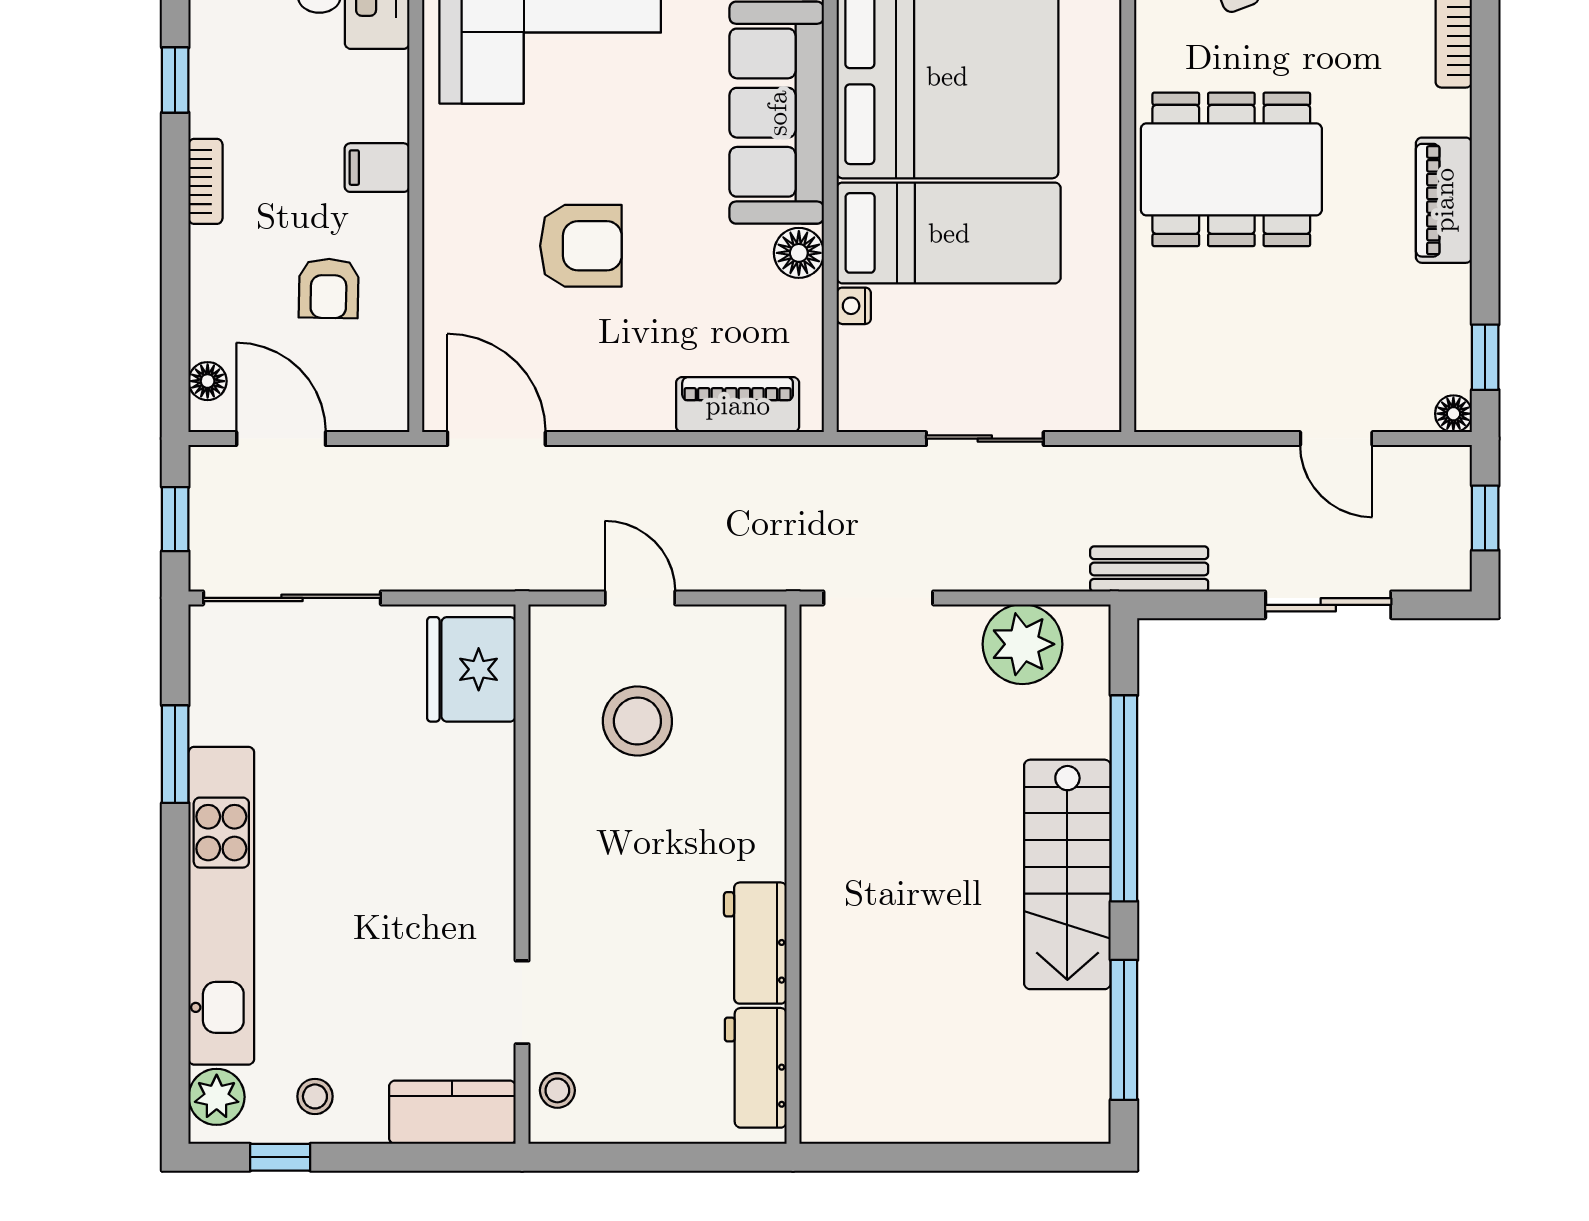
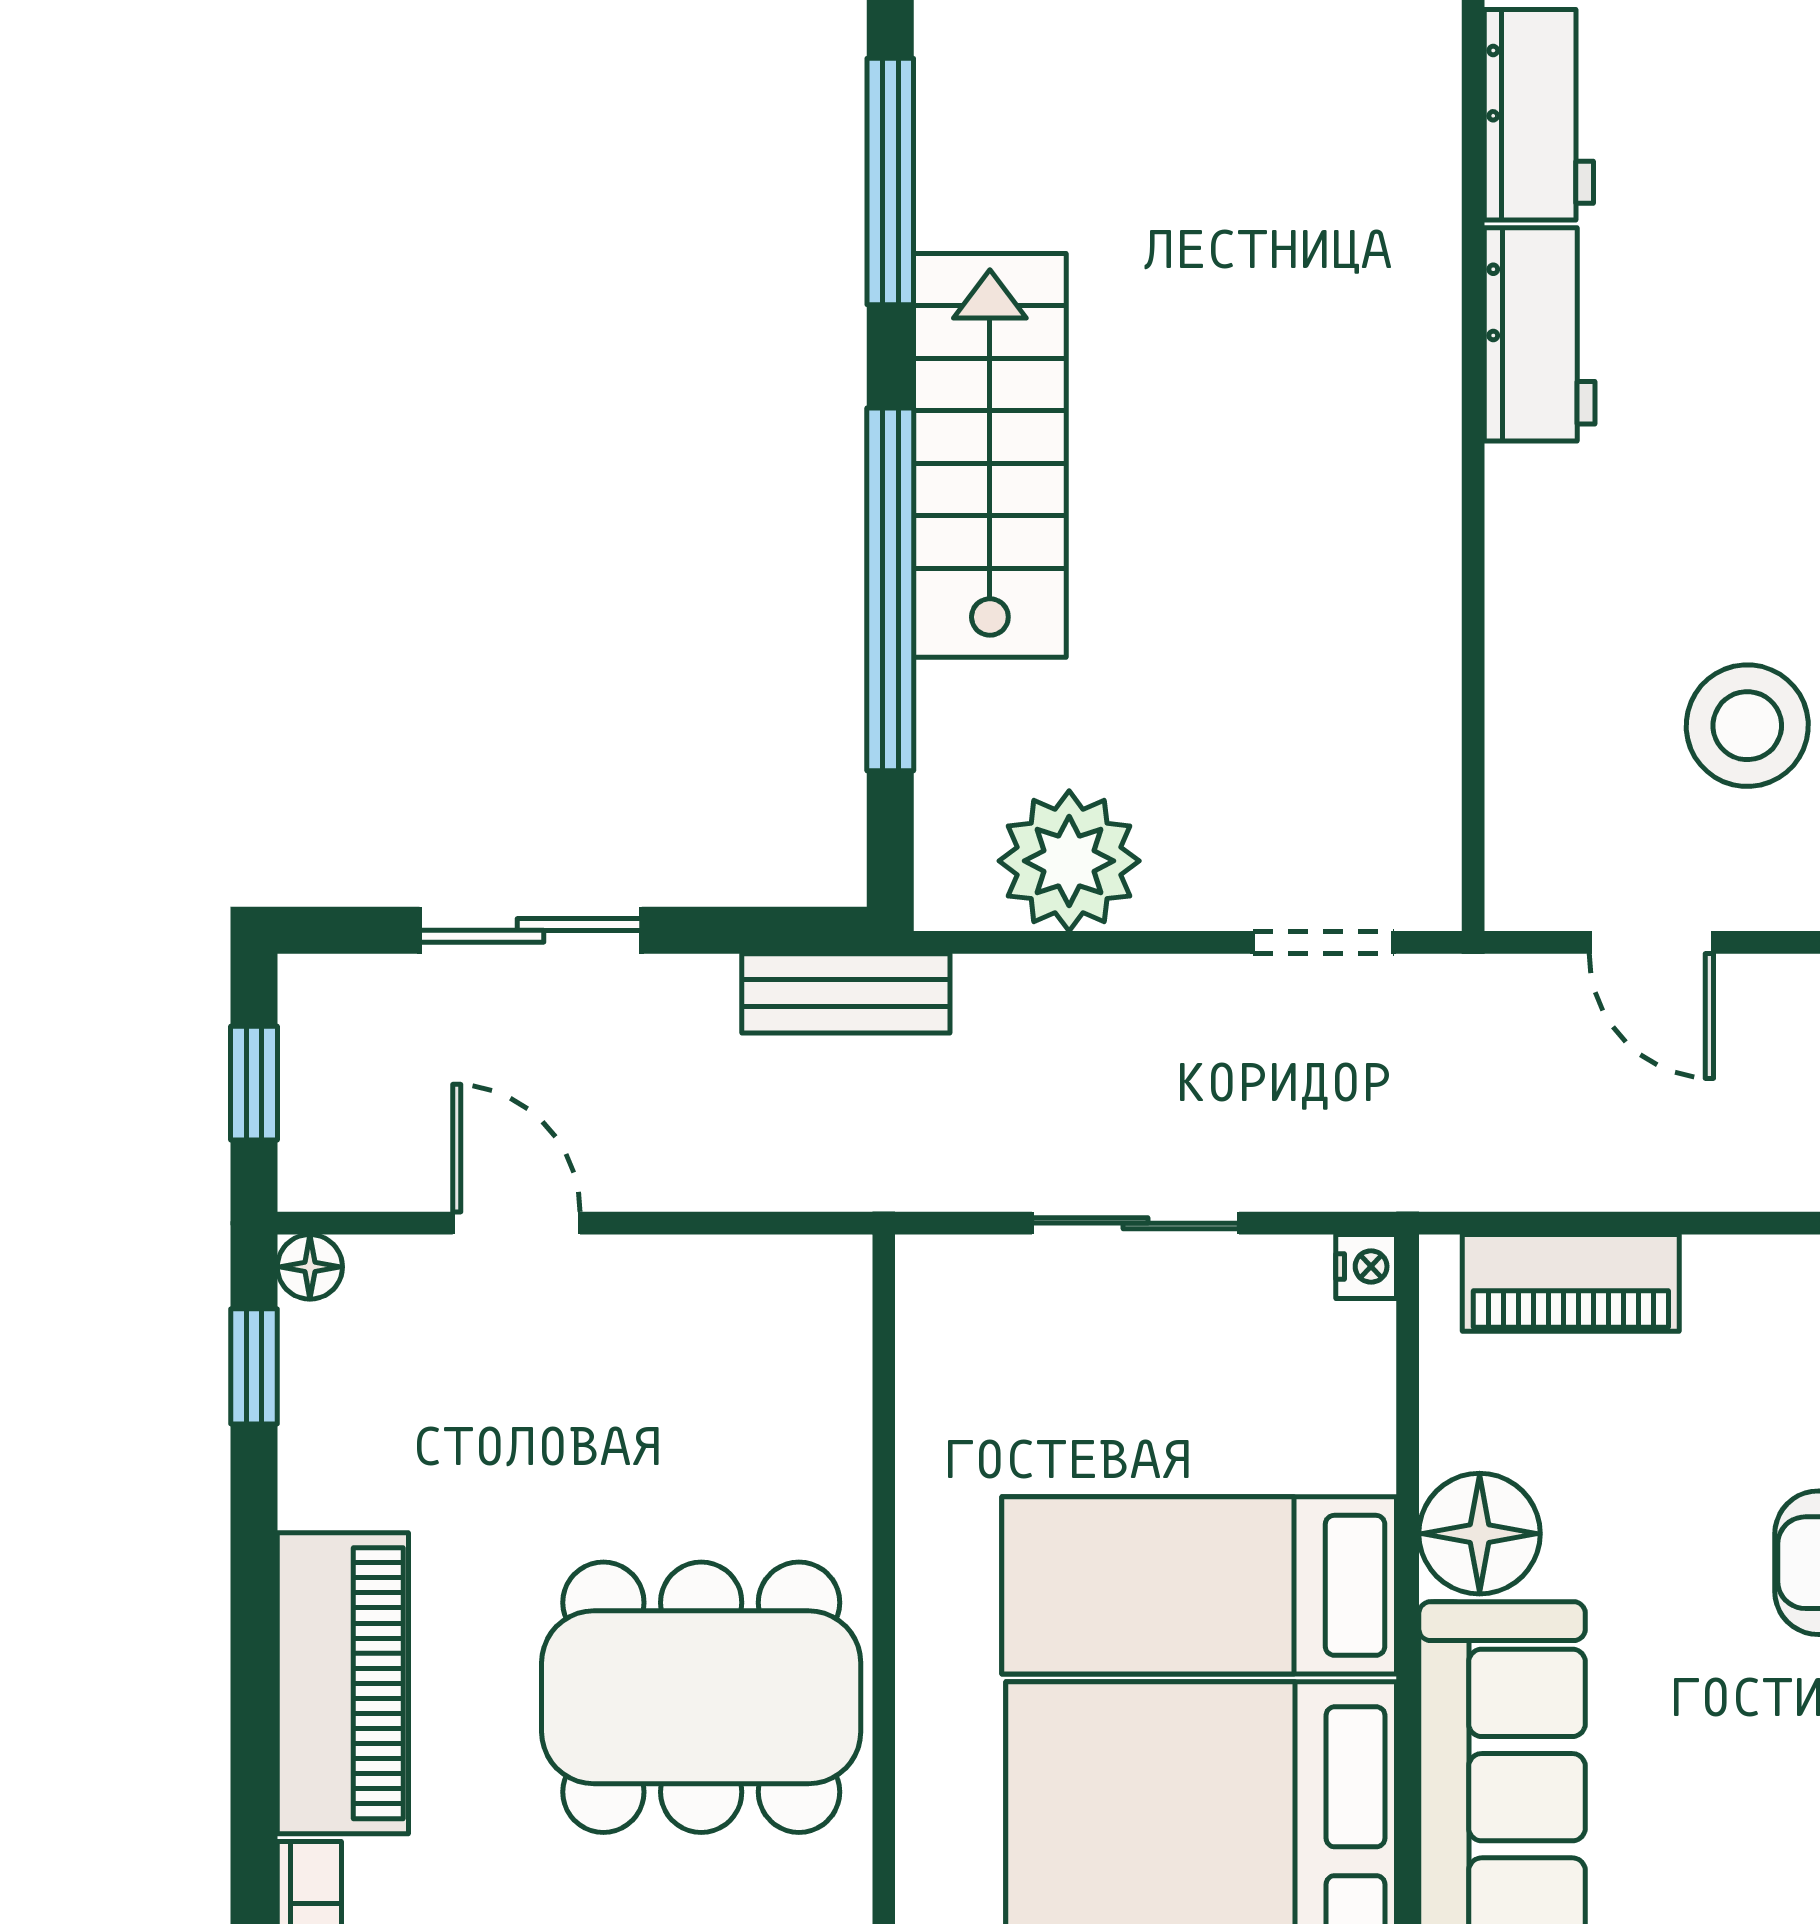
piano: (1444, 200) -> (343, 1683), width x1.37, depth x1.33
floor lamp: (799, 253) -> (1480, 1534), width x1.38, depth x1.38
nightstand: (854, 306) -> (1366, 1266), moved
door: (640, 598) -> (1651, 942), moved
doorway: (878, 598) -> (1323, 942), width x0.73

